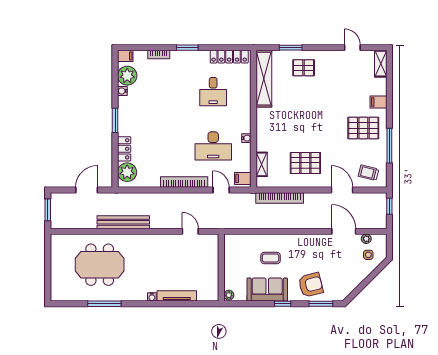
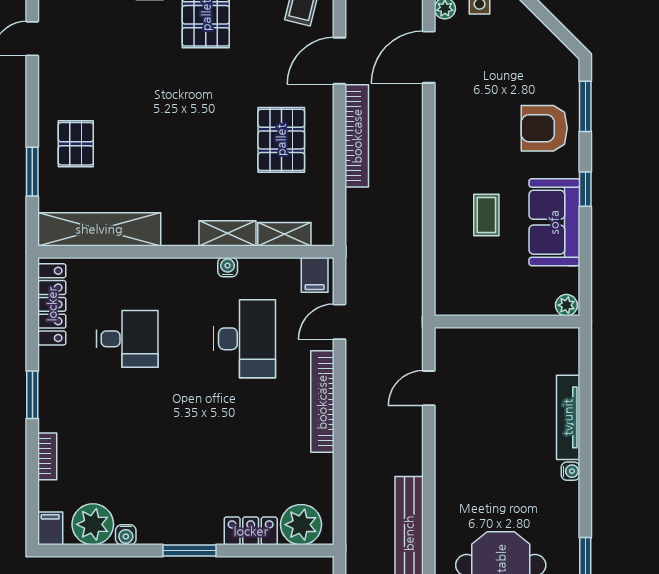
shelving: (262, 138) -> (227, 233), added
bookcase: (280, 198) -> (357, 136), moved
armchair: (311, 285) -> (544, 128), turned -76

